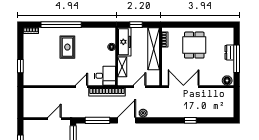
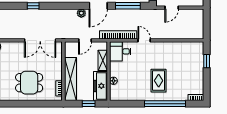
dining table: (194, 45) -> (29, 83), turned 90
door: (81, 87) -> (144, 40), swing flipped

